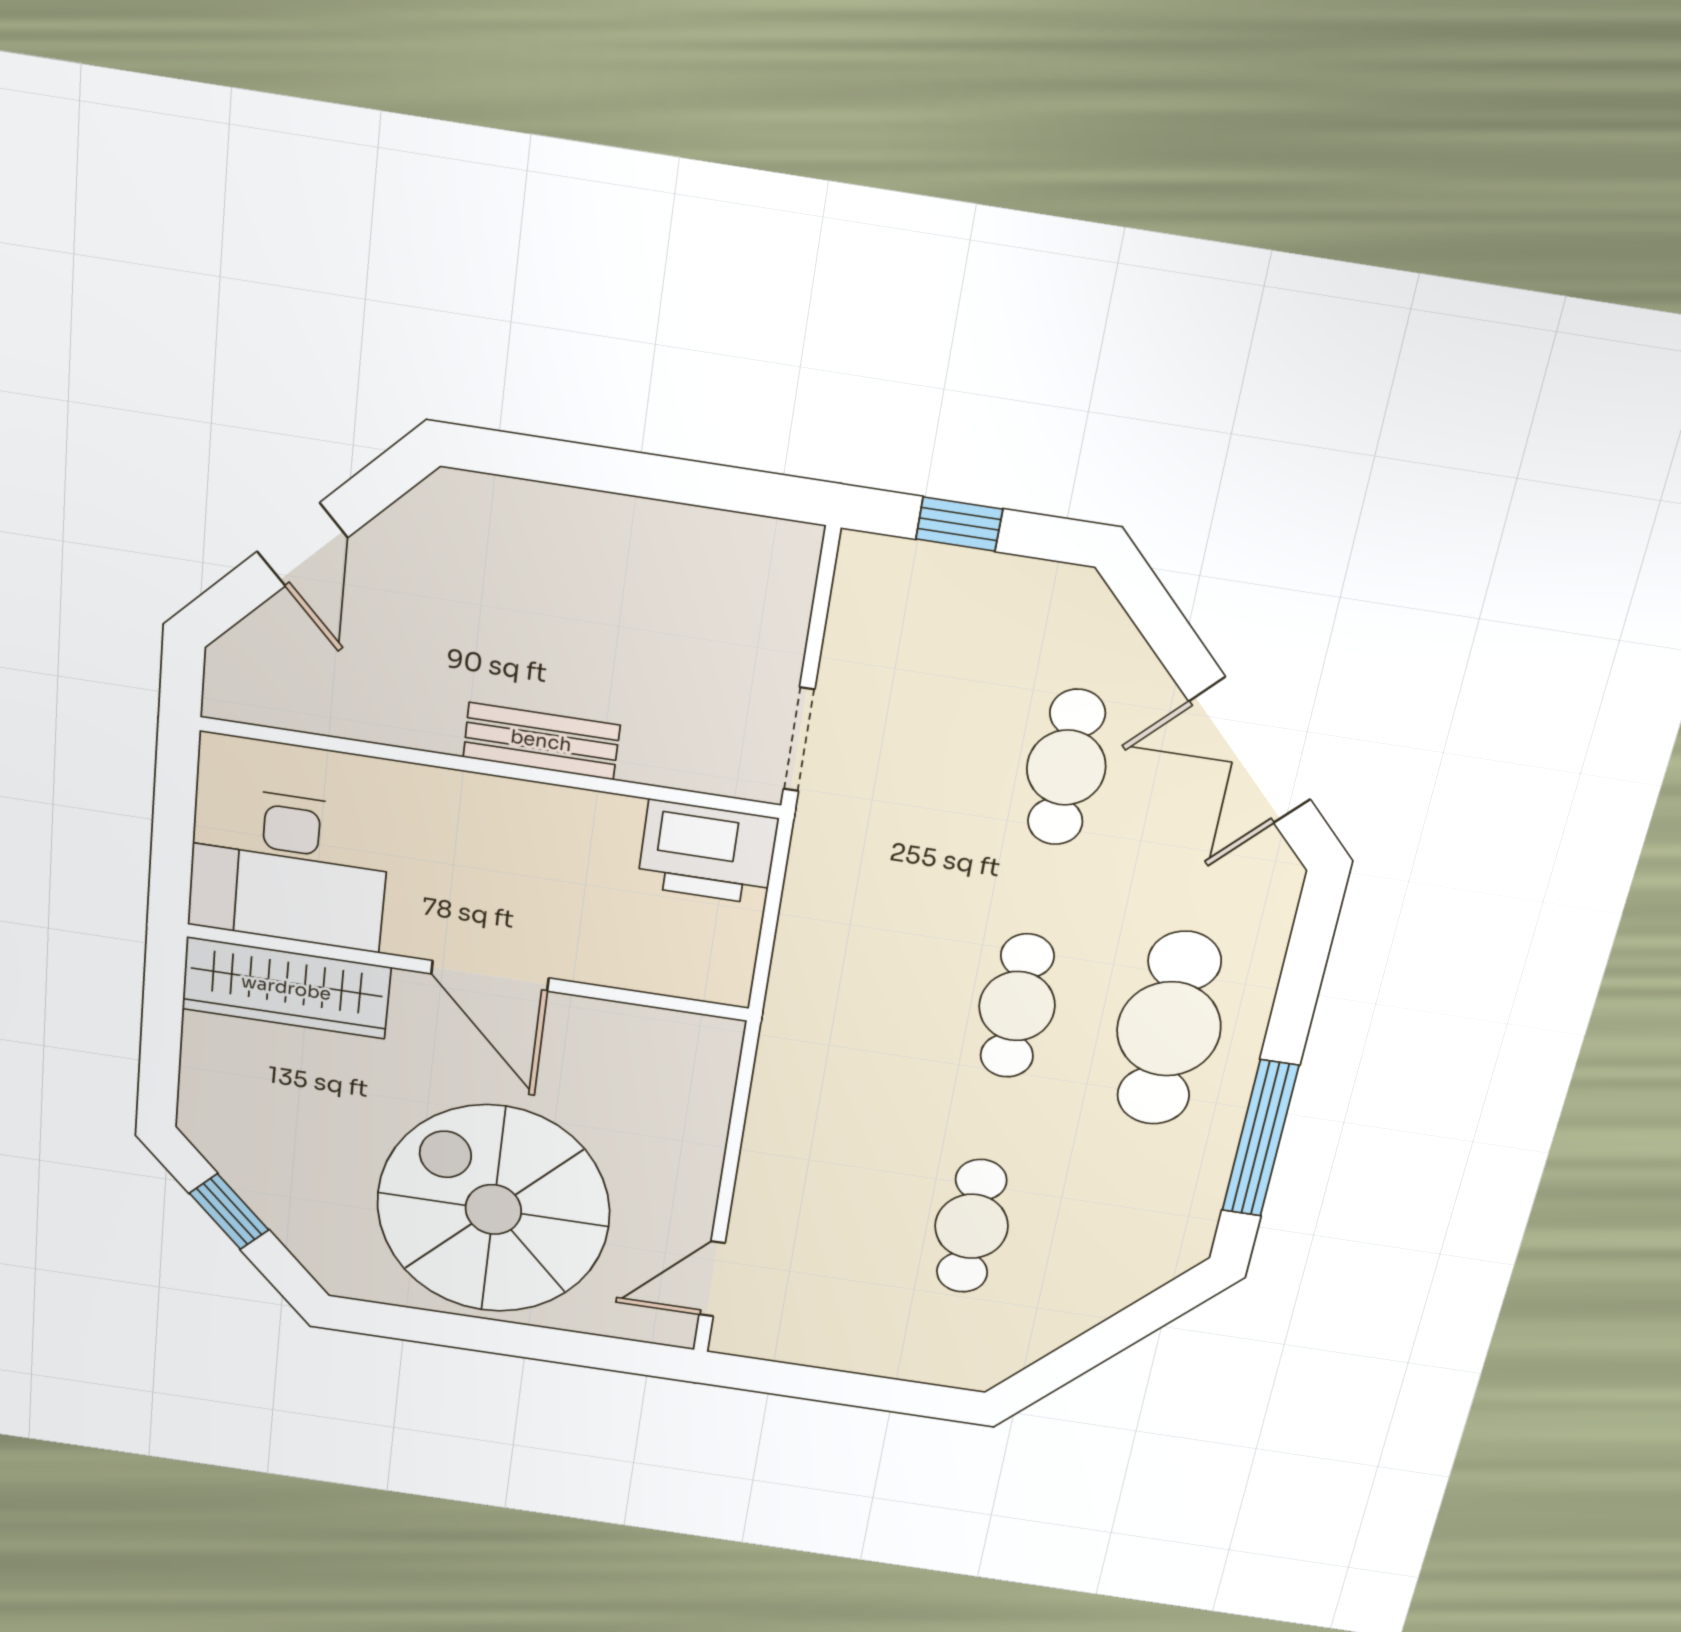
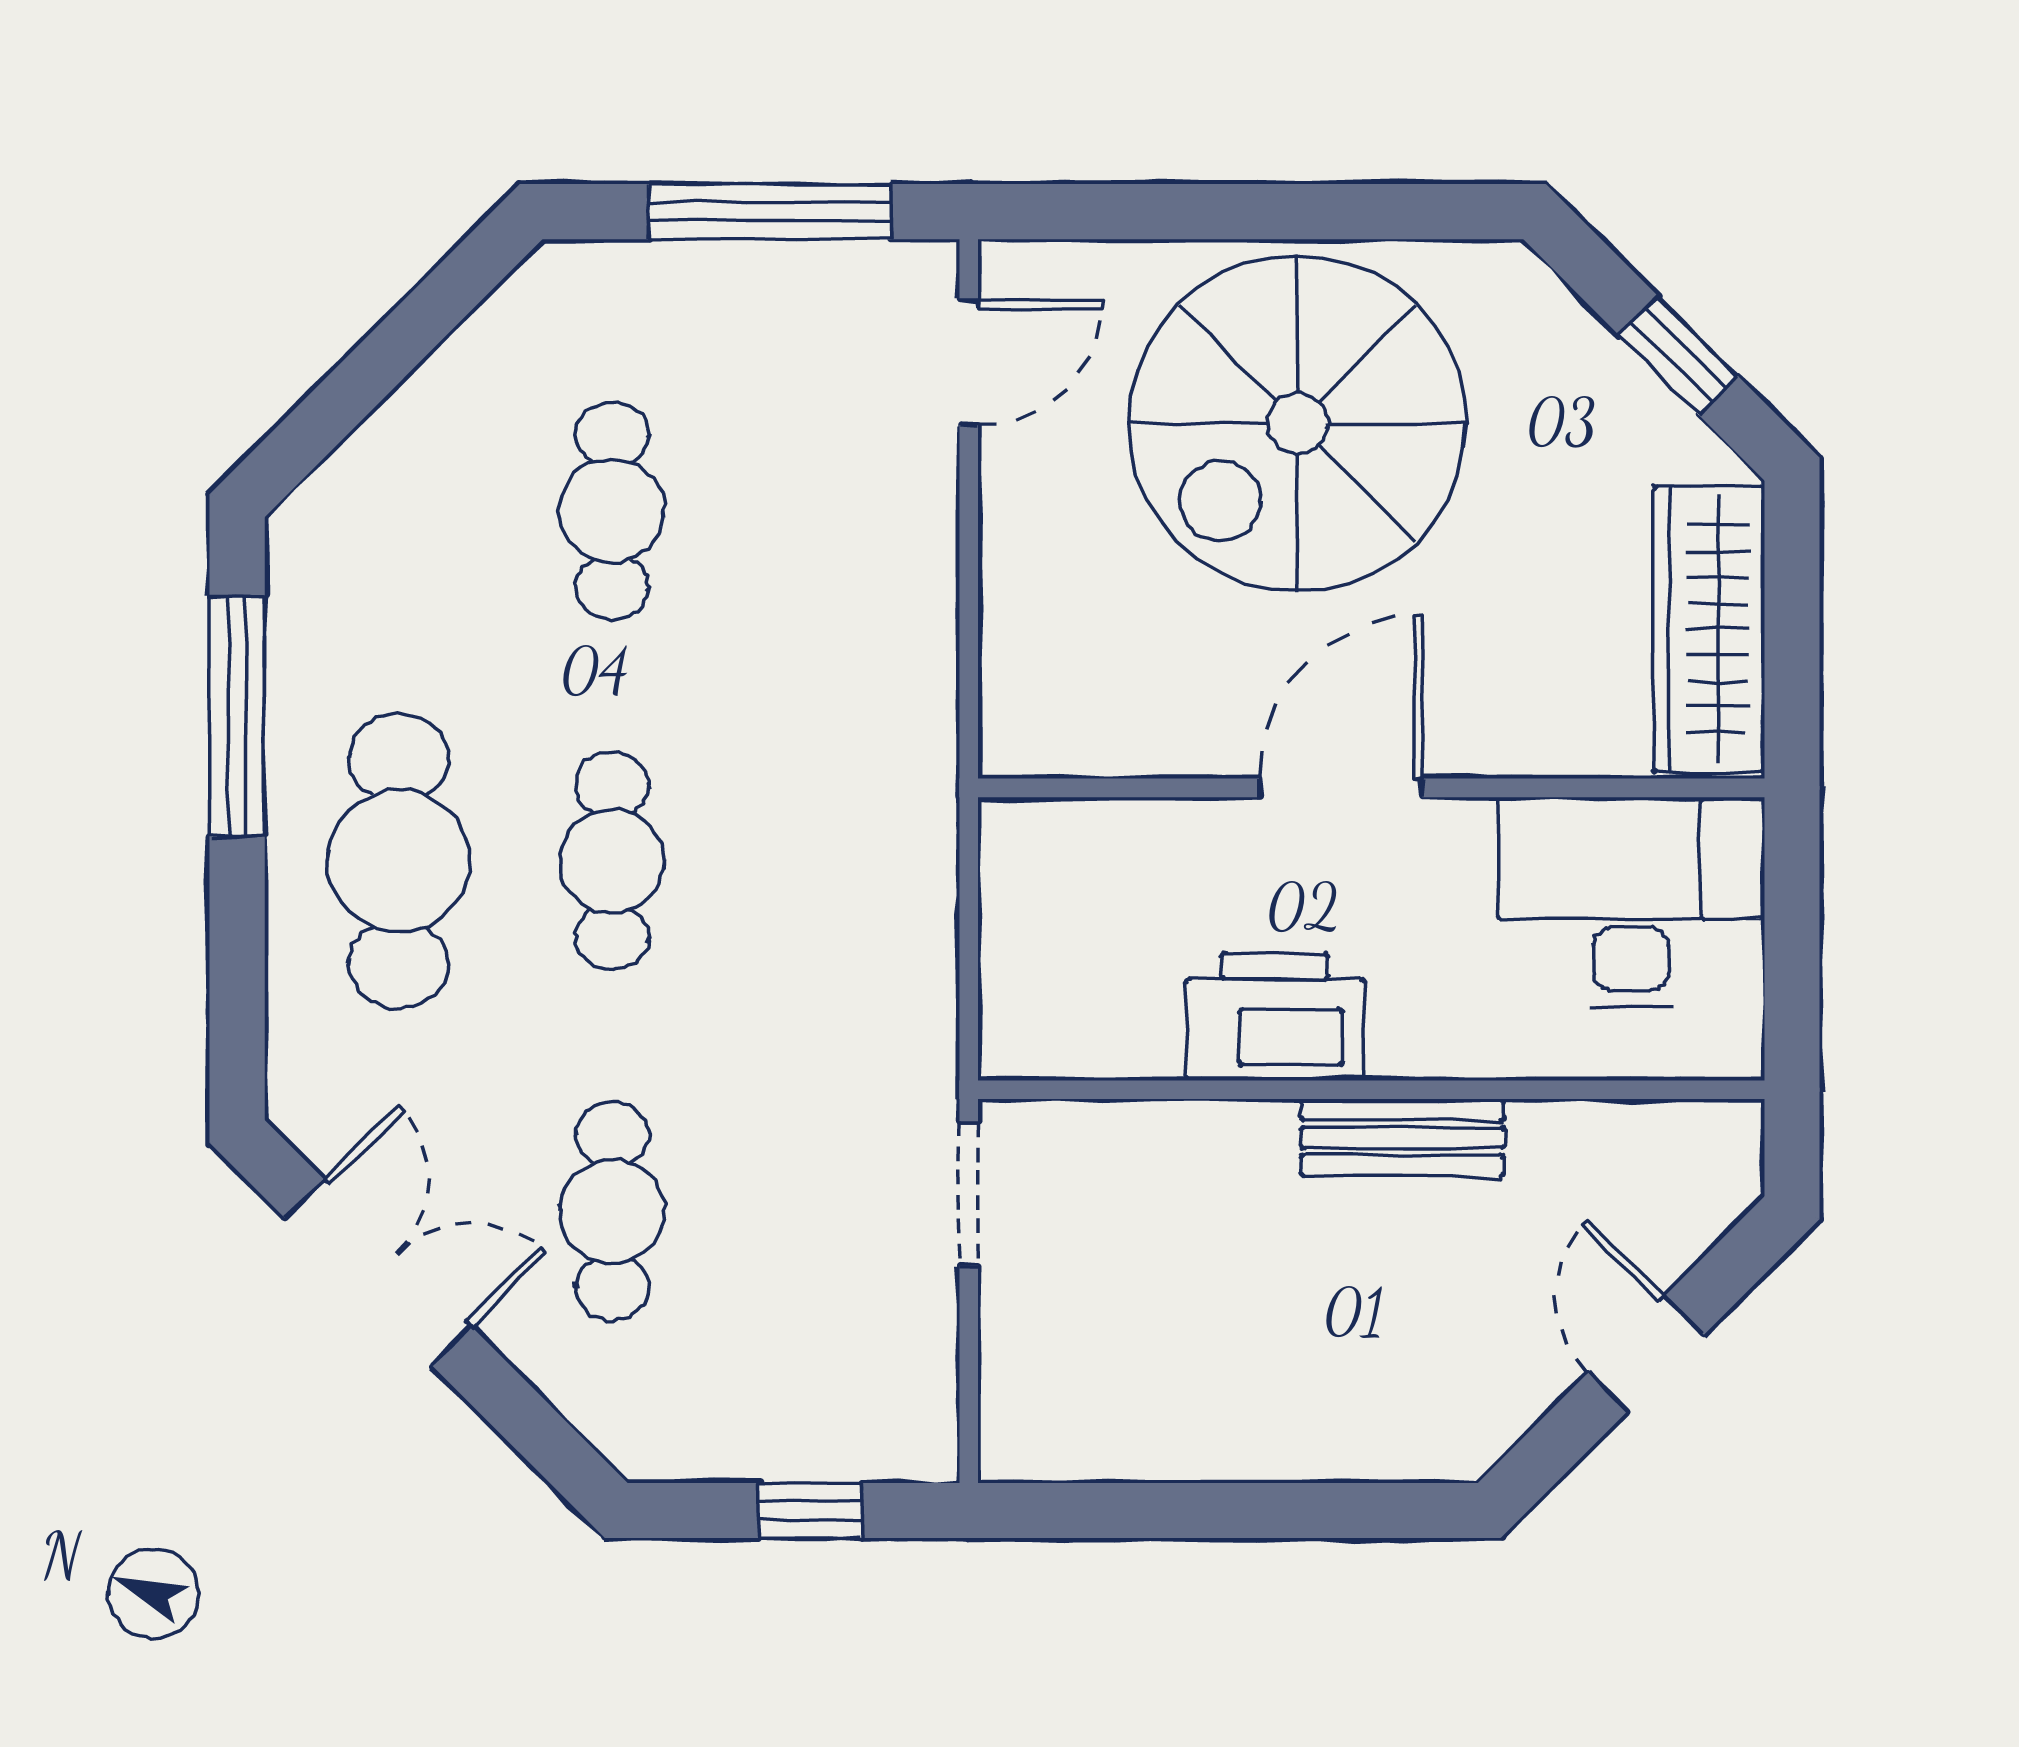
bench: (541, 741) -> (1403, 1138), moved
printer: (708, 852) -> (1275, 1017), moved
door: (490, 976) -> (1341, 788), hinge flipped
wardrobe: (286, 988) -> (1709, 629), moved, turned -90
spiral stairs: (493, 1209) -> (1297, 423), turned 90
window: (830, 1386) -> (770, 212), added

